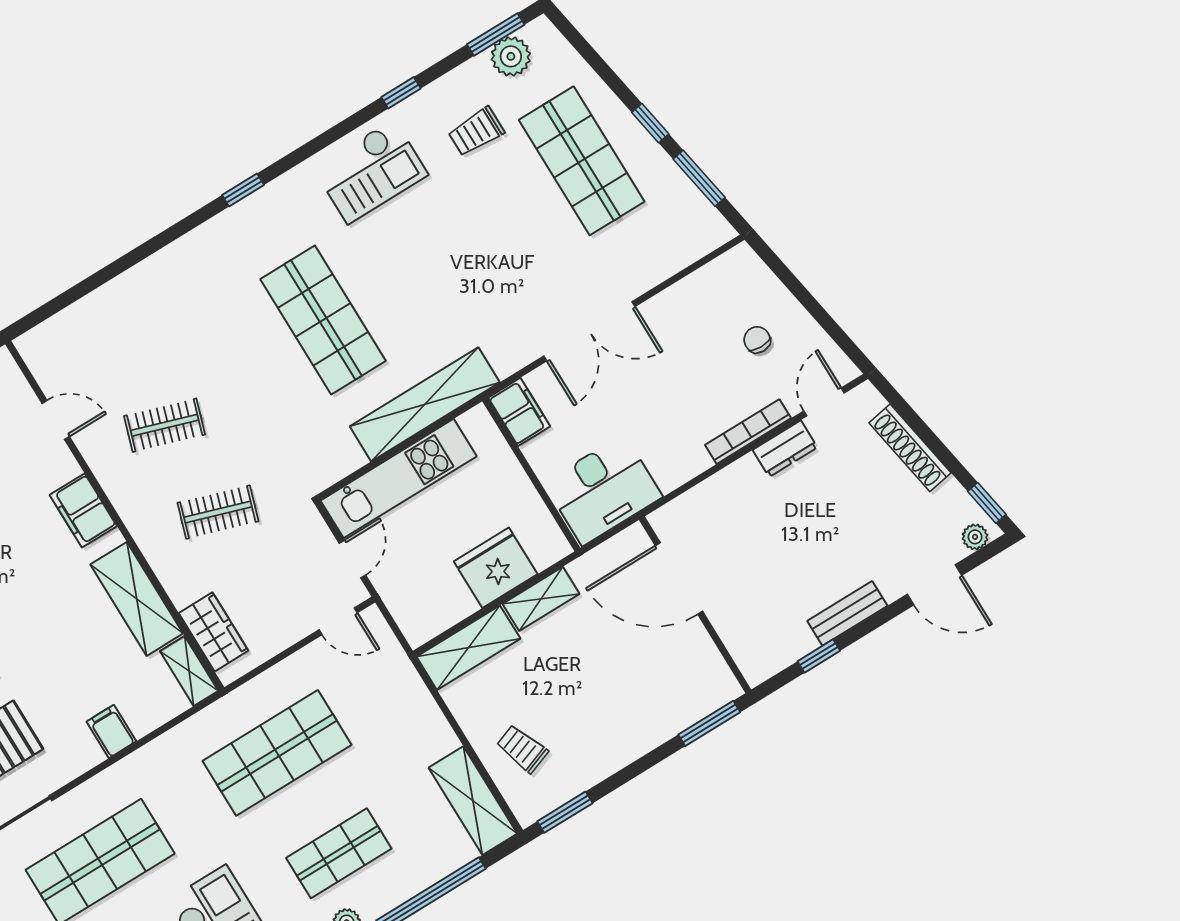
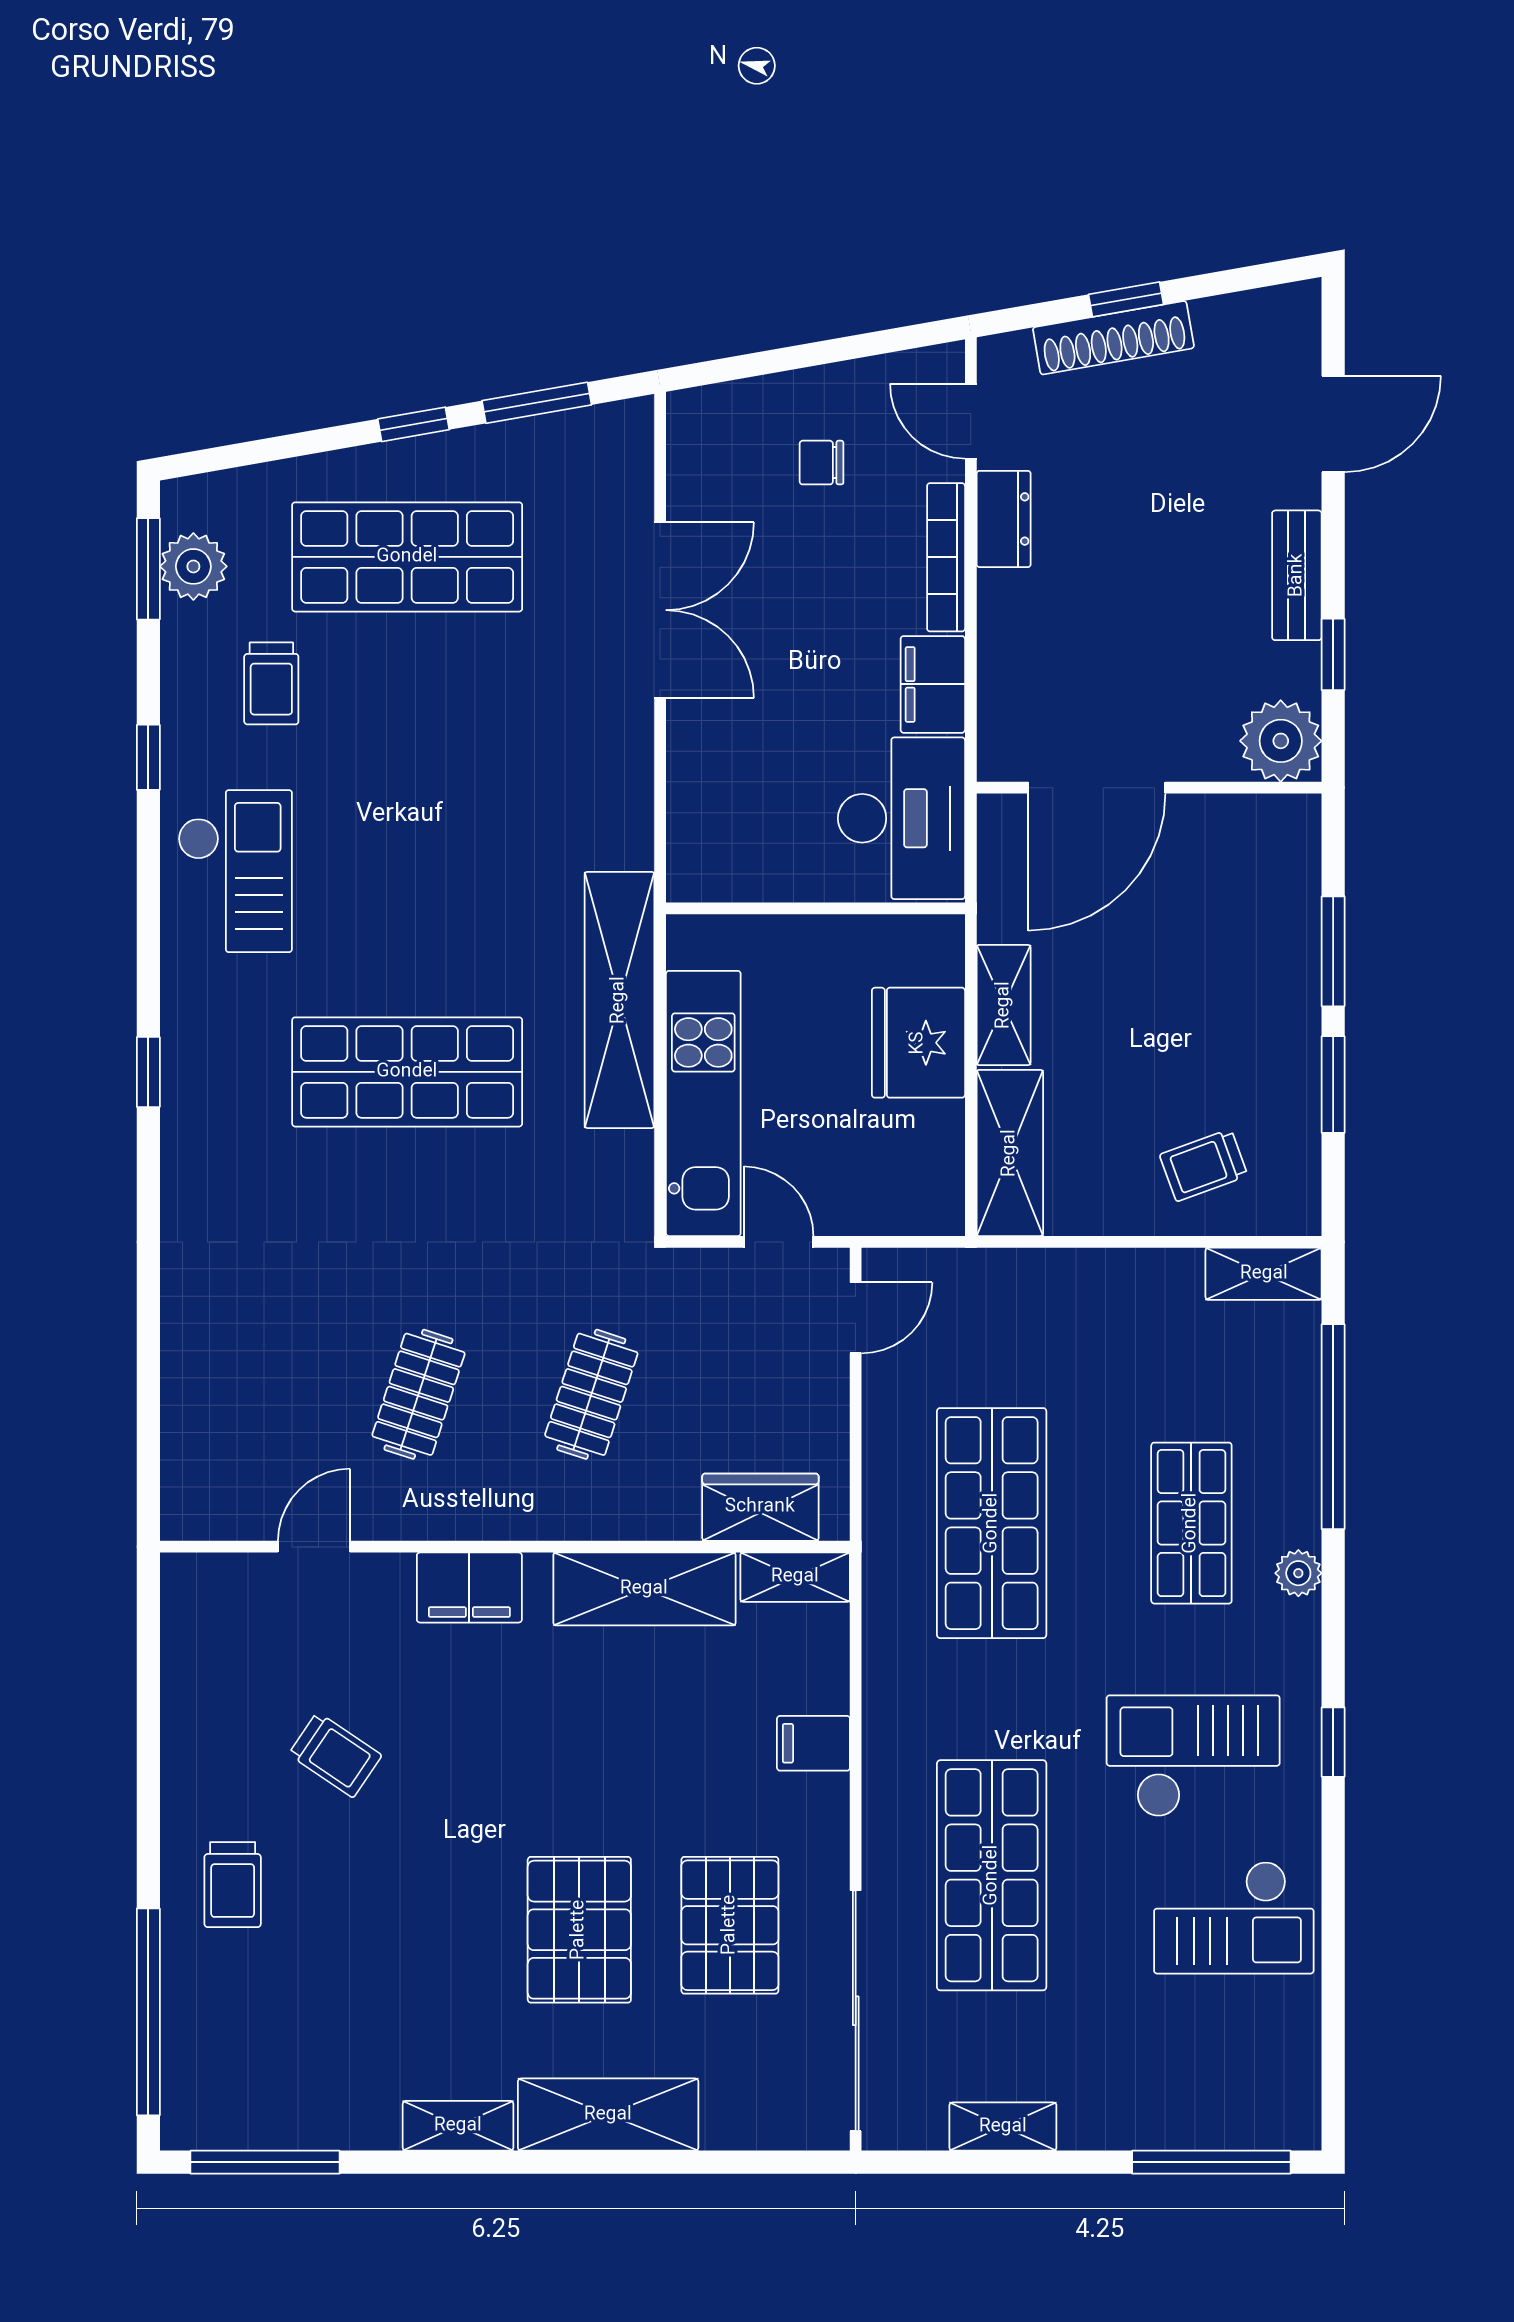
double door: (589, 331) -> (660, 610), moved
filing cabinet: (519, 412) -> (933, 684), moved, turned -90
window: (987, 503) -> (1126, 299), moved
plant: (975, 537) -> (1281, 741), moved, width x1.87, depth x1.87
window: (709, 723) -> (1333, 951), moved
shelving: (473, 801) -> (1264, 1274), width x0.67, depth x0.75
window: (565, 812) -> (1333, 1085), moved

